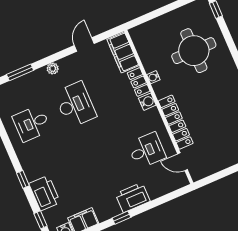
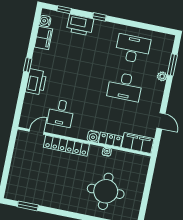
plant: (53, 68) -> (162, 76), moved
desk: (32, 123) -> (133, 49), width x1.37

